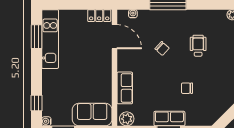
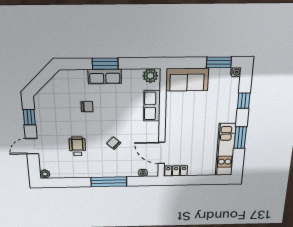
window: (36, 37) -> (240, 138), moved
wheelchair: (198, 46) -> (77, 146), turned 180
window: (36, 103) -> (244, 101), moved

